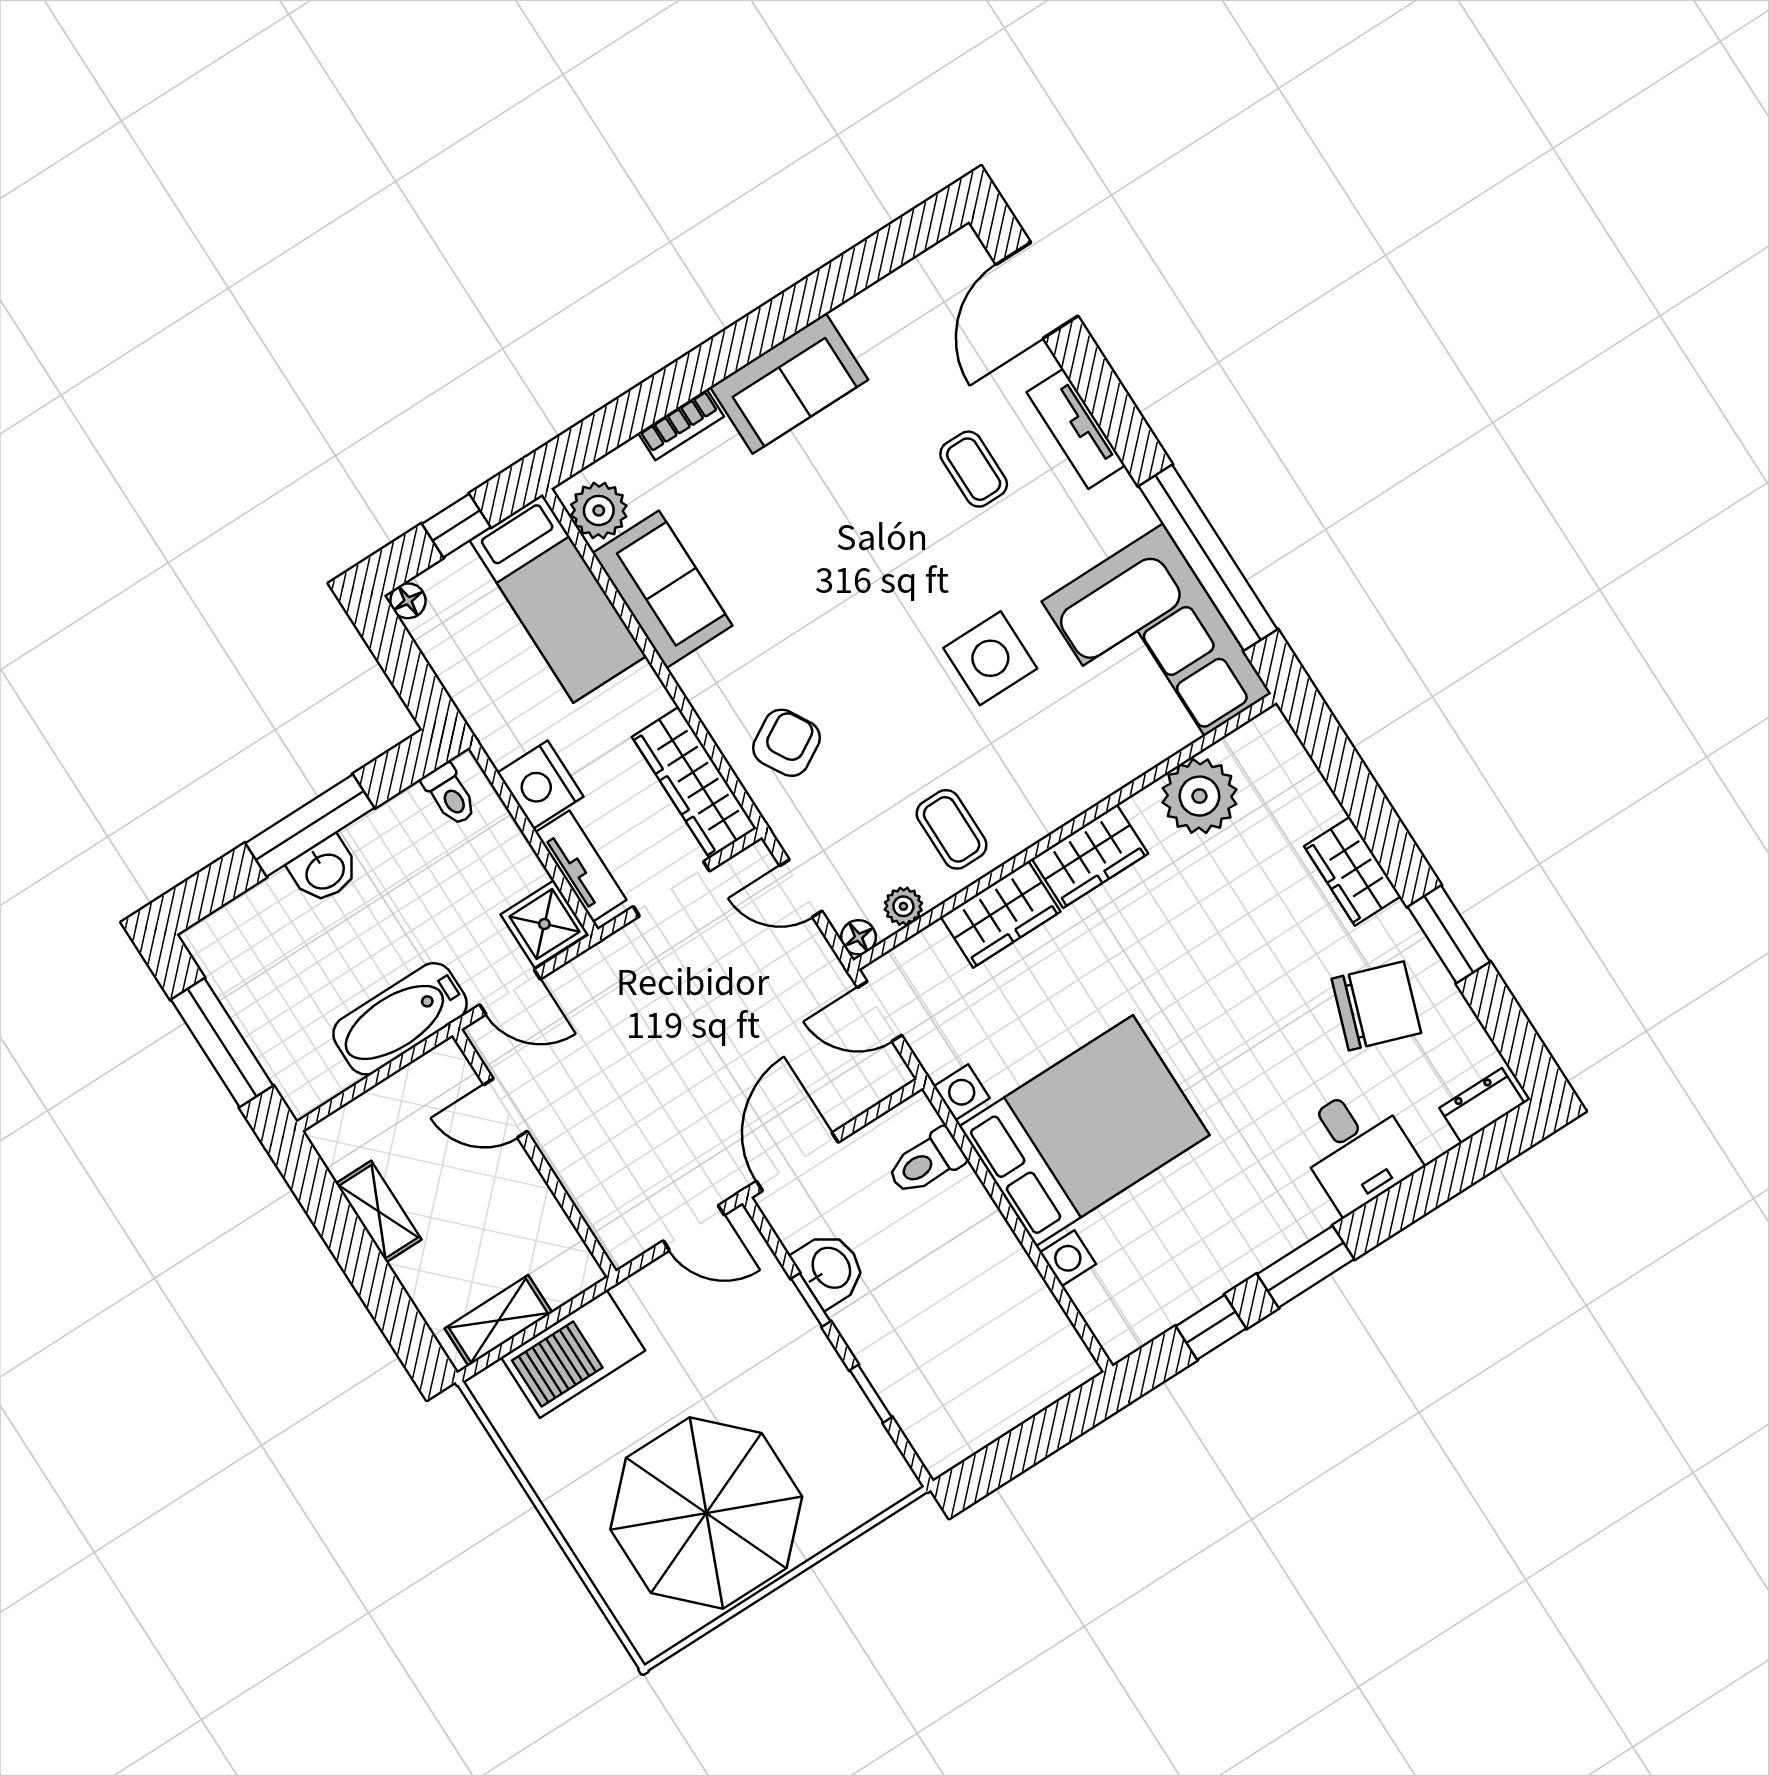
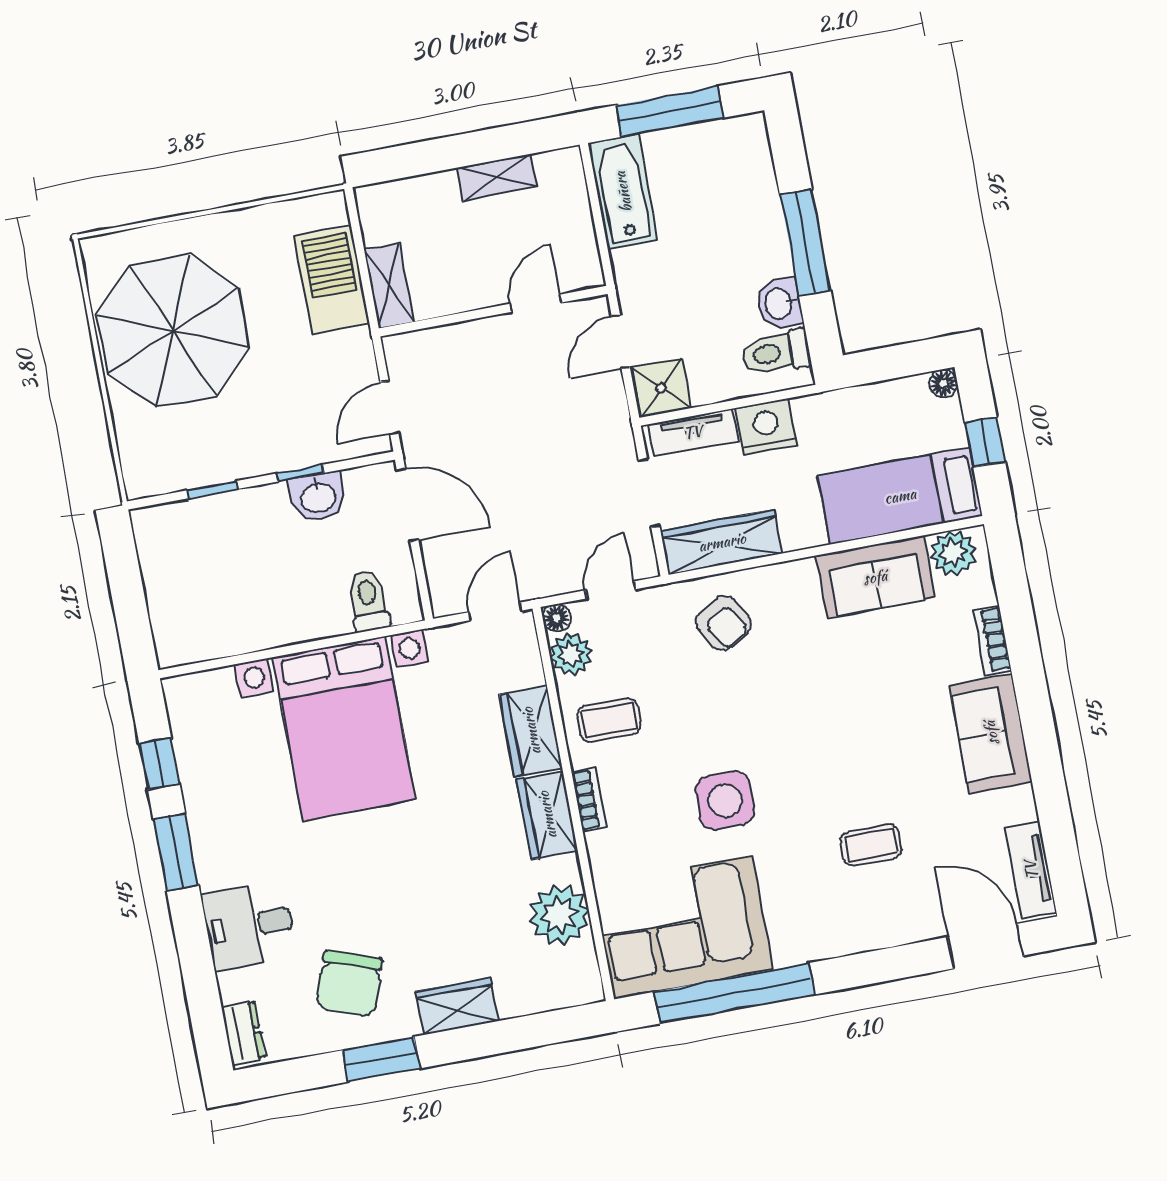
tv unit: (1076, 429) -> (1031, 870), moved, turned -90
toilet: (450, 795) -> (776, 353), width x1.37, depth x1.39
bookcase: (1053, 815) -> (589, 800), added
washbasin: (324, 870) -> (779, 303), moved
plant: (903, 906) -> (571, 654), width x1.38, depth x1.38
bathtub: (400, 1019) -> (623, 192), moved
shelving: (498, 1320) -> (389, 286), moved

